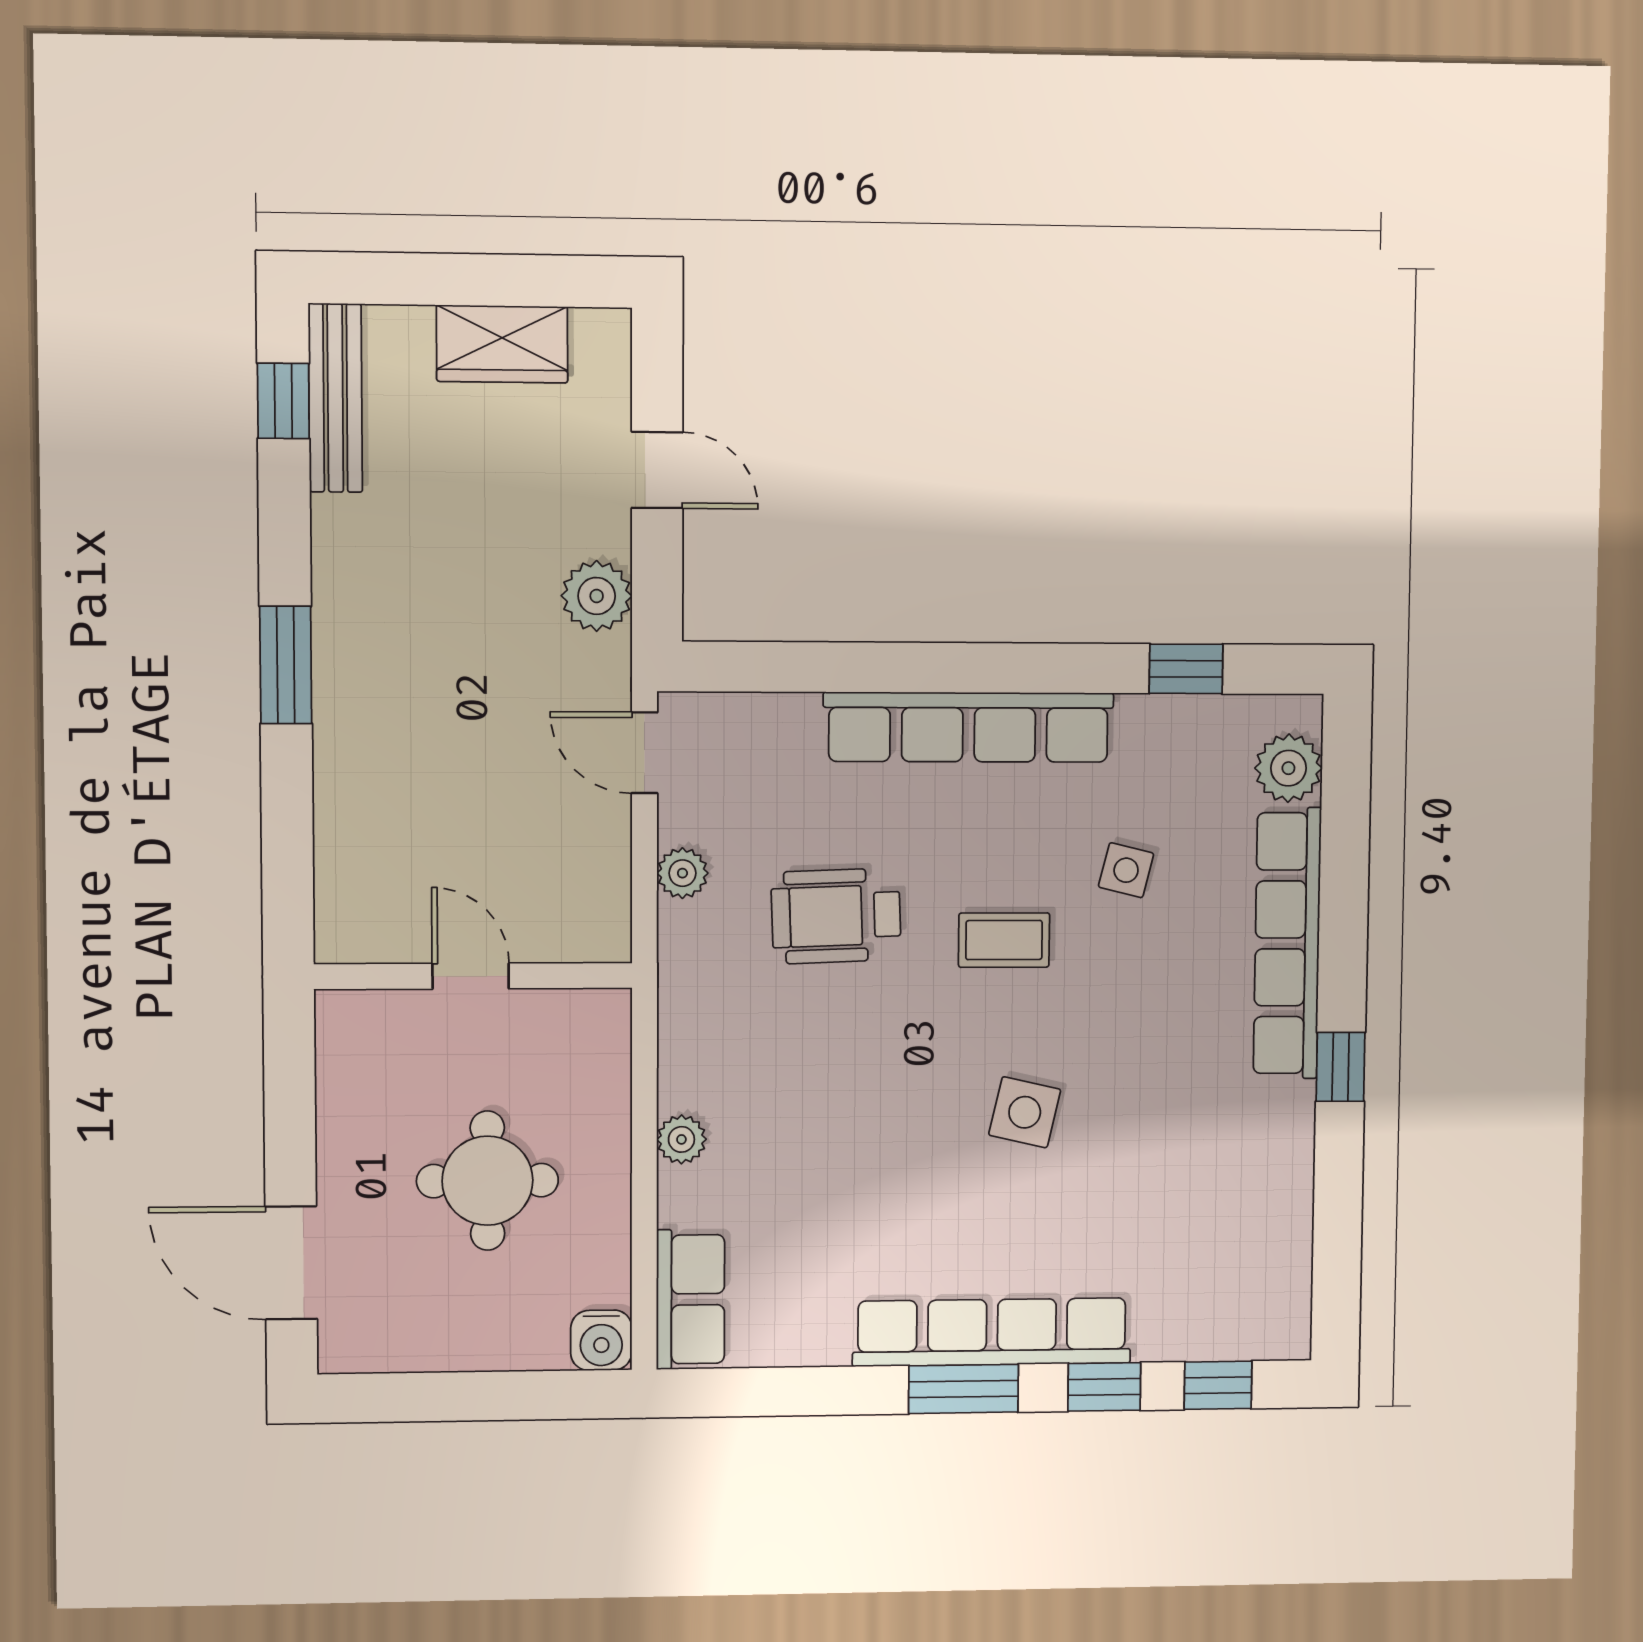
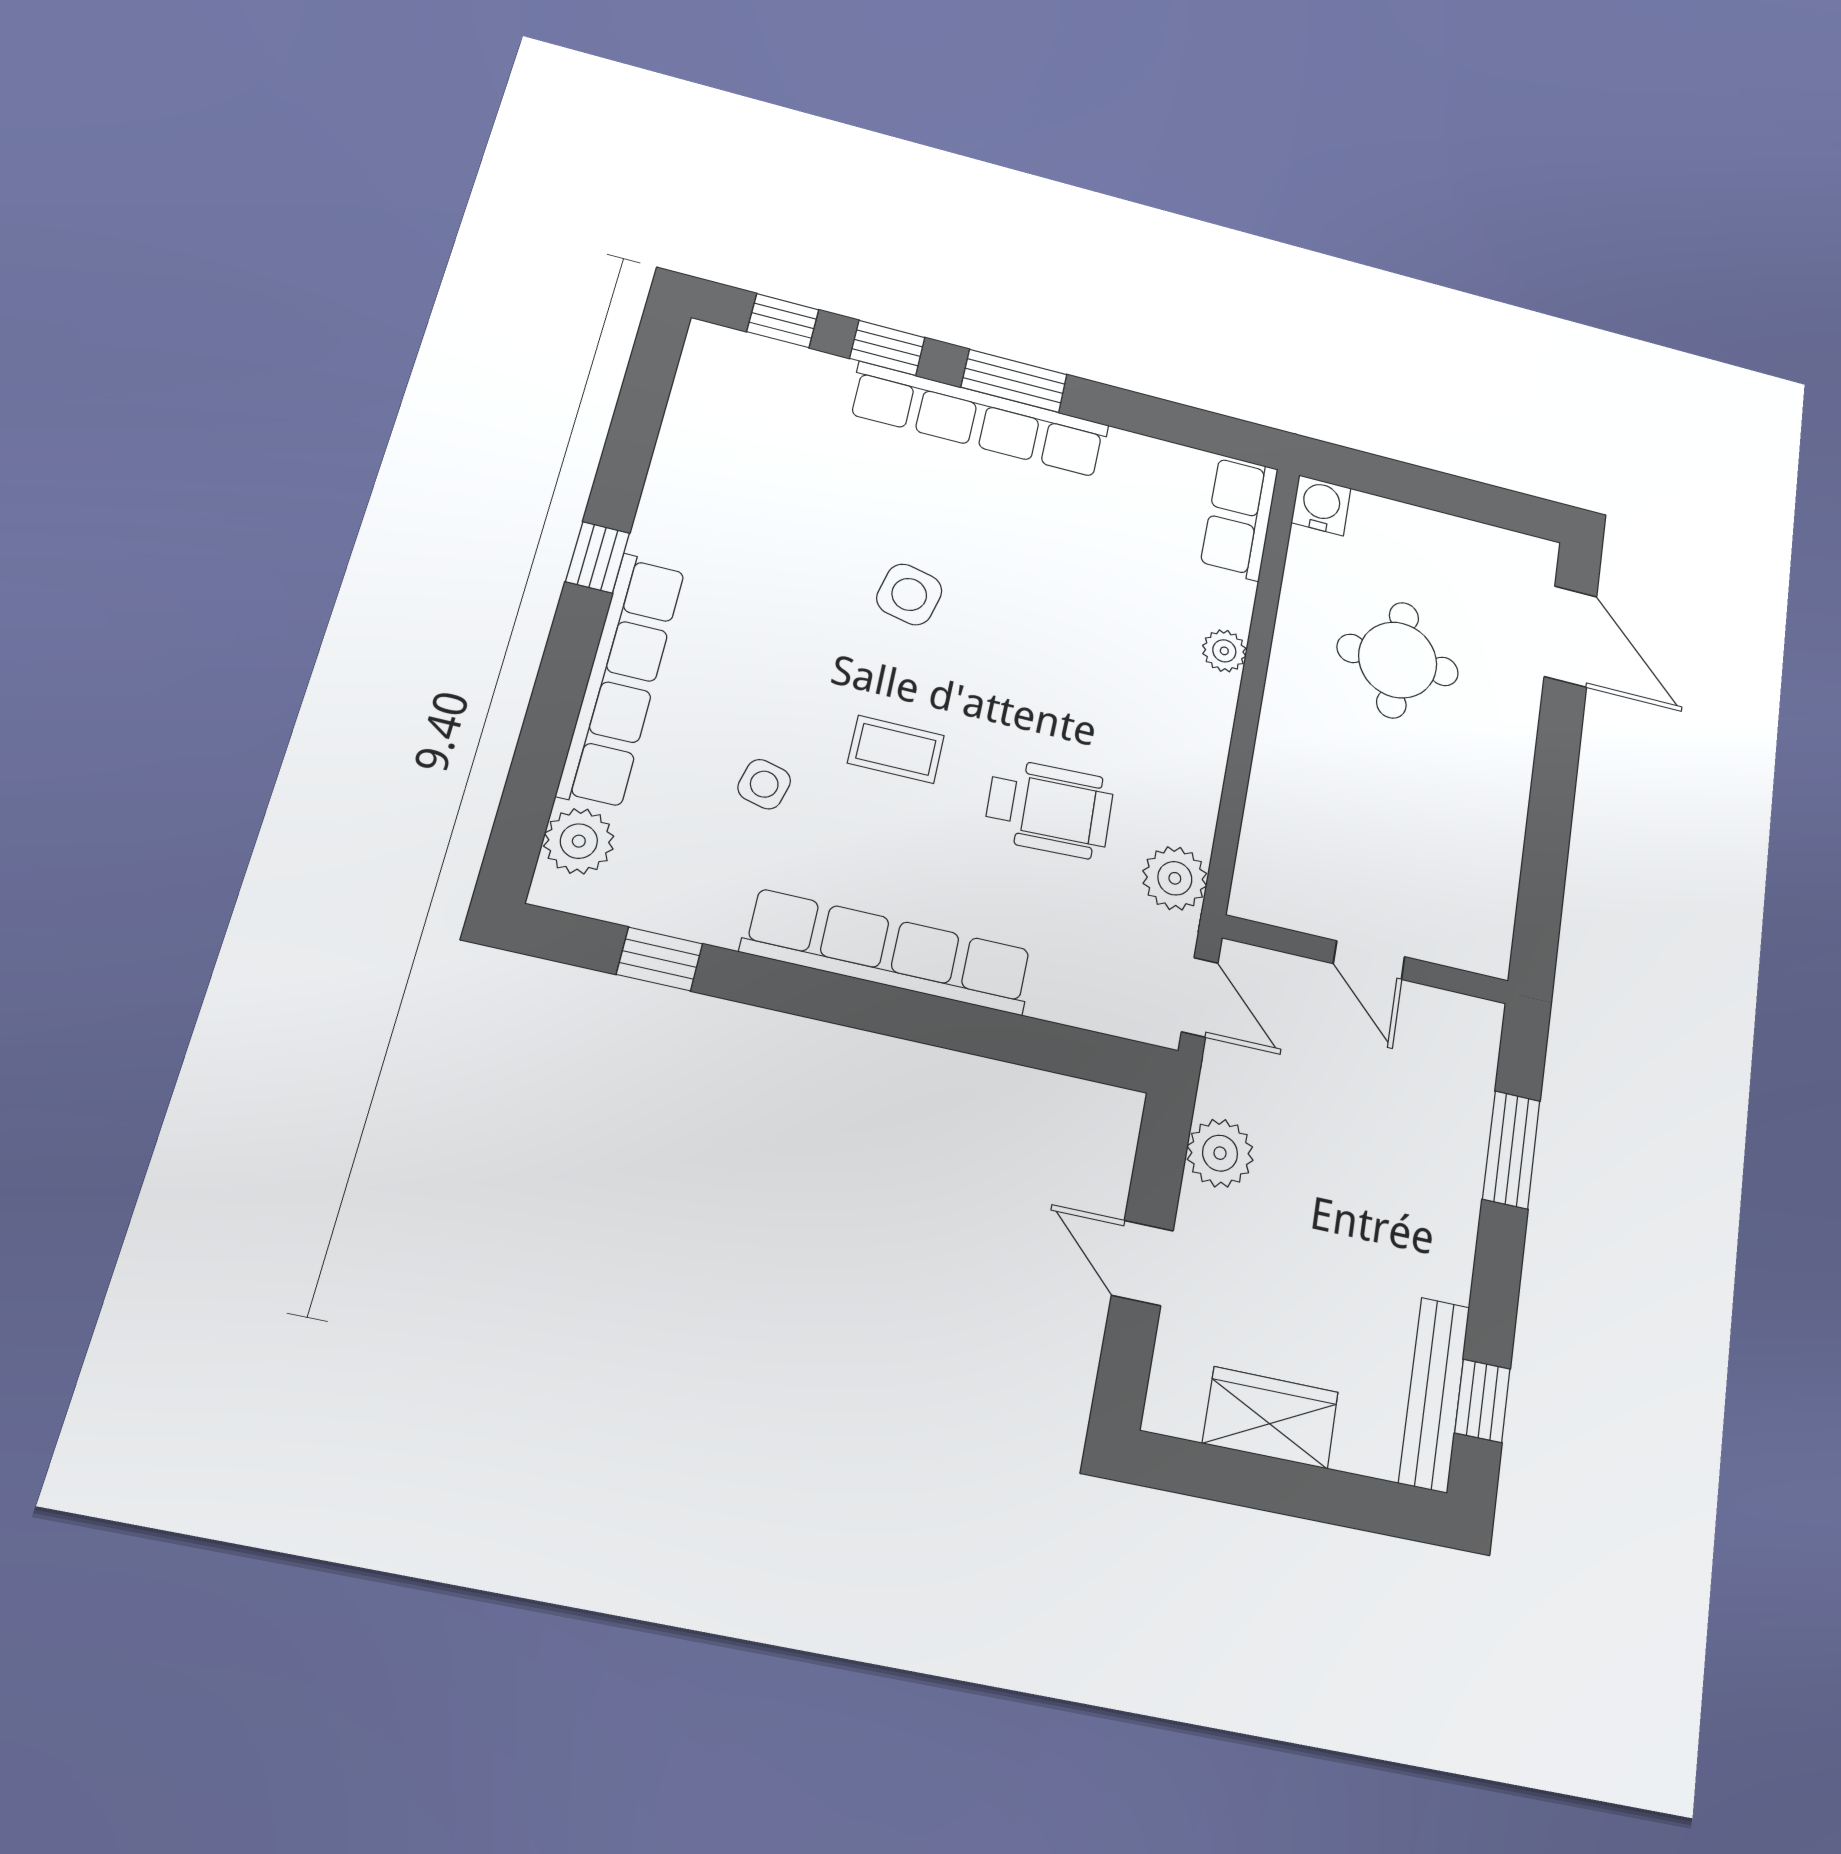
plant: (682, 873) -> (1175, 878), width x1.38, depth x1.38
door: (471, 976) -> (1369, 960), moved
wall: (474, 976) -> (1366, 960), moved

